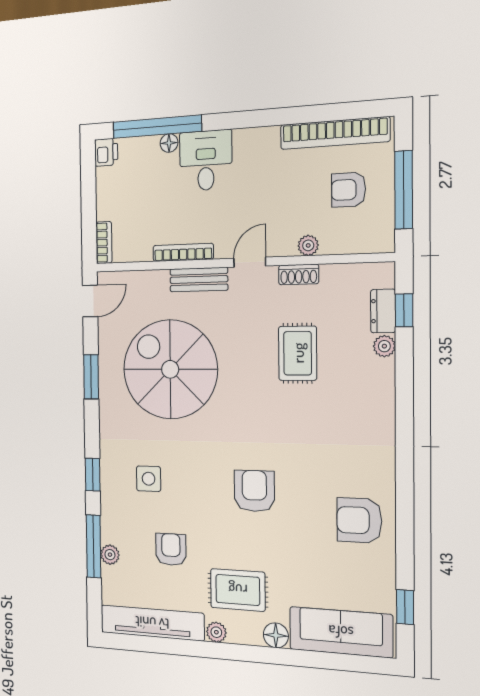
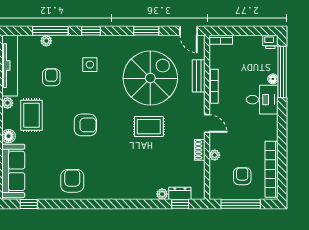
bench: (199, 280) -> (199, 76), moved
rug: (298, 353) -> (149, 127), moved
armchair: (171, 549) -> (51, 77), turned -90

